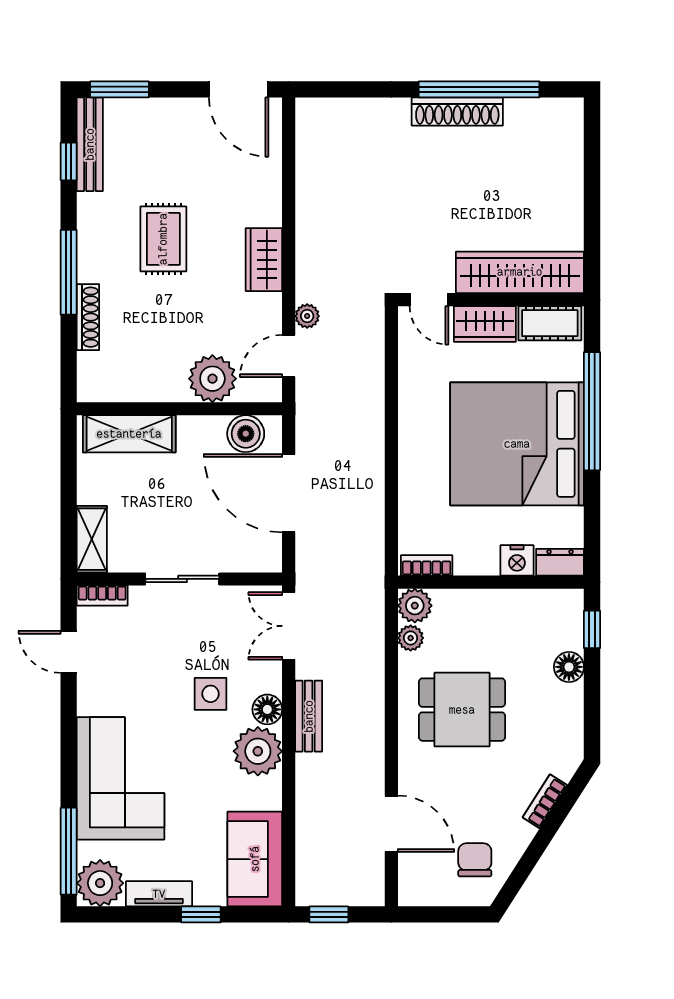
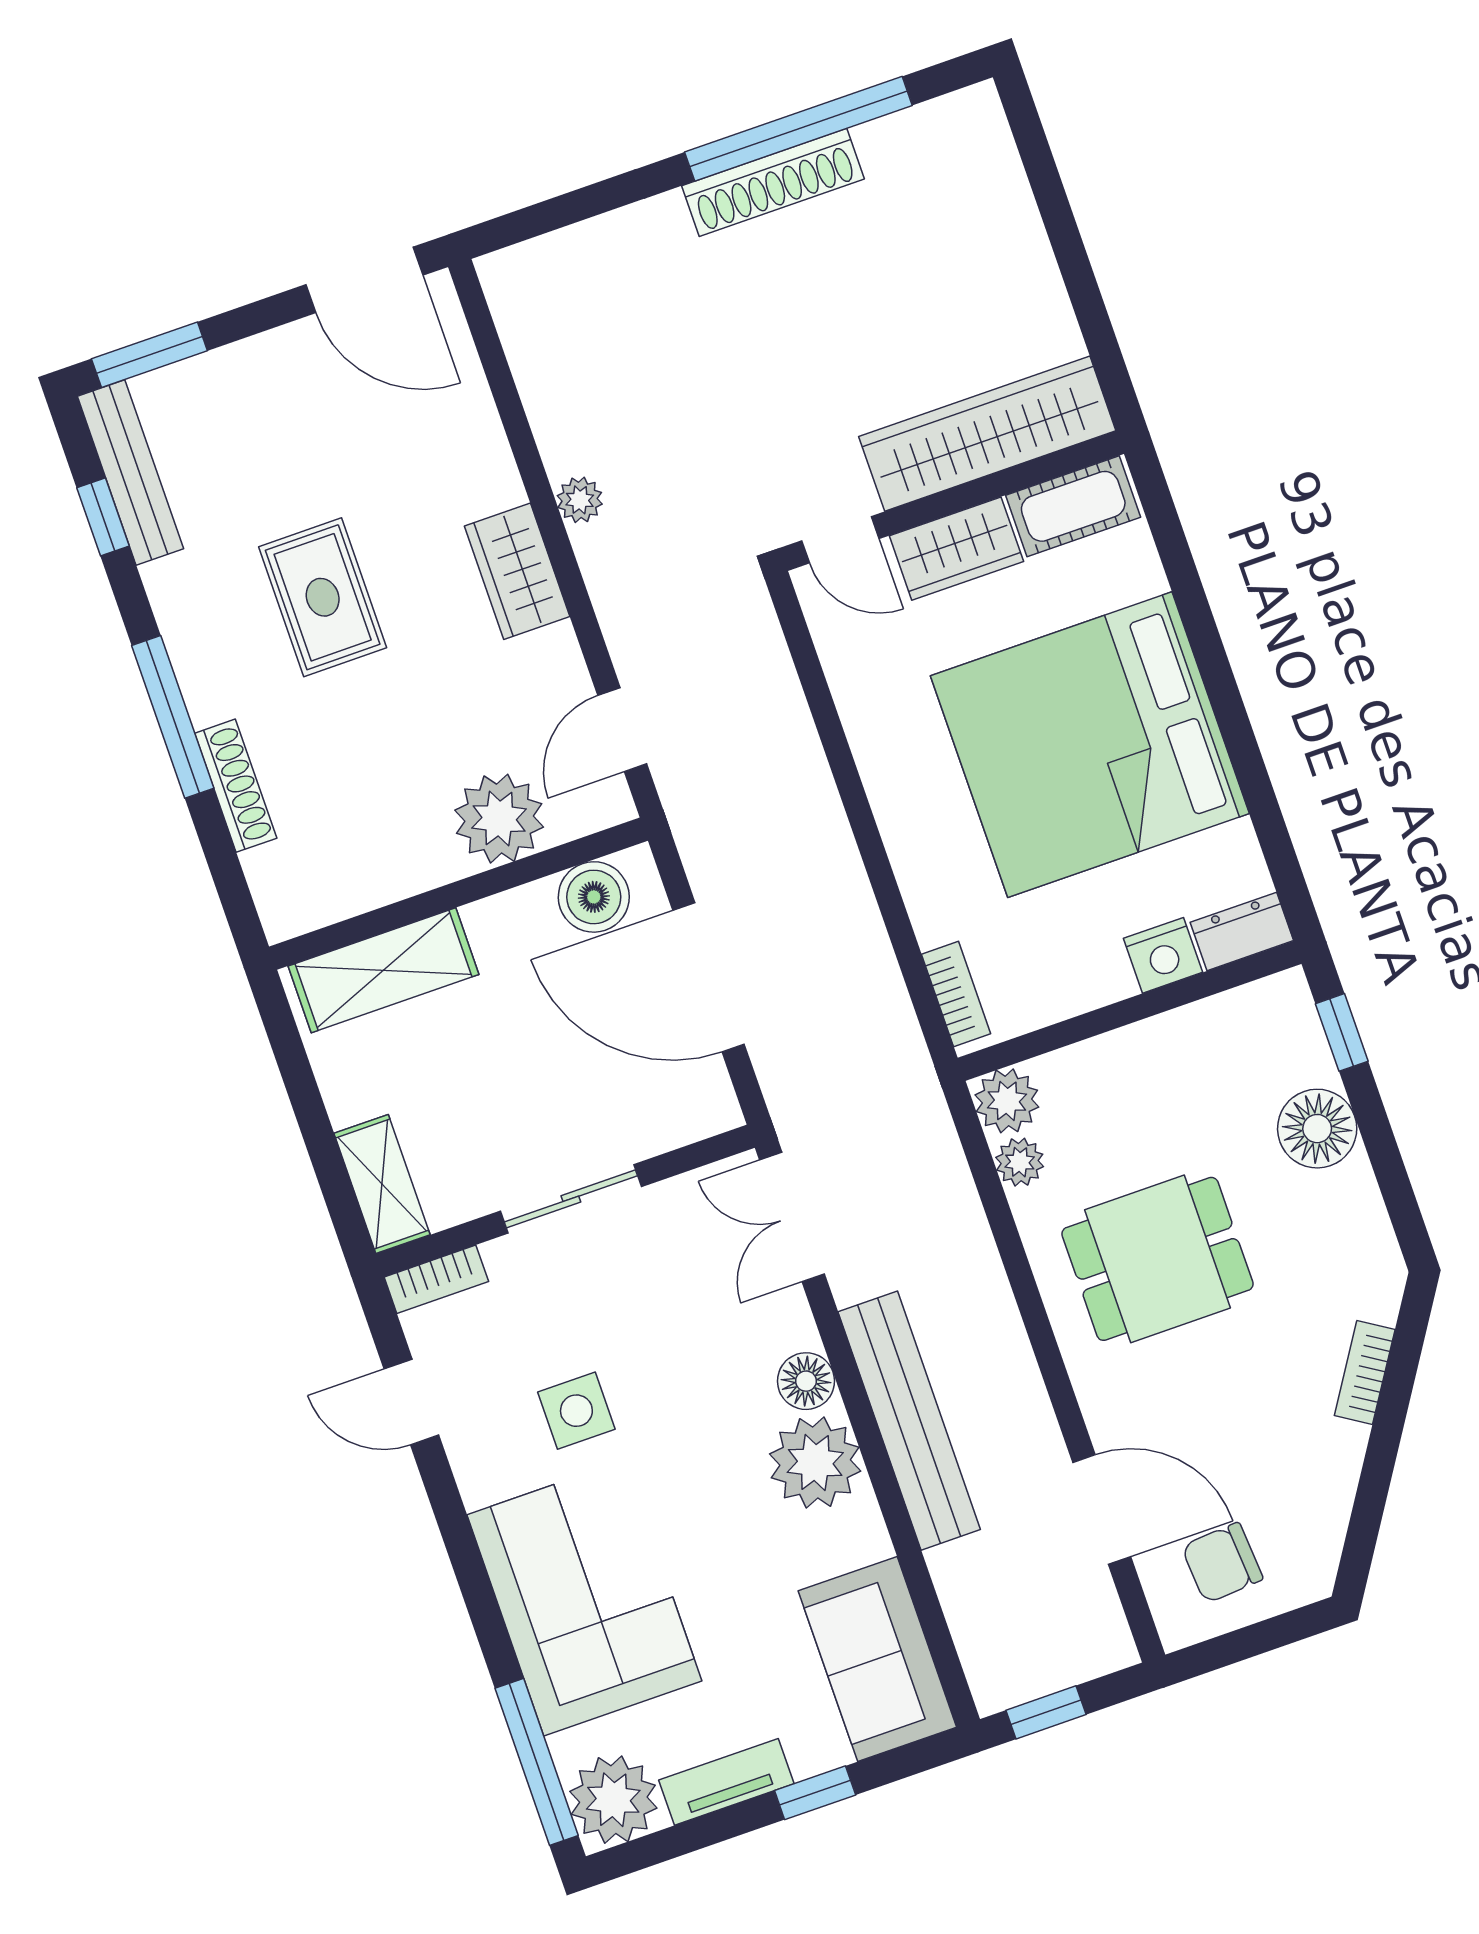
plant: (307, 316) -> (580, 500), moved
window: (592, 411) -> (1205, 639), removed
bookcase: (427, 565) -> (956, 994), moved, turned 90
floor lamp: (569, 667) -> (1317, 1129), width x1.38, depth x1.38
side table: (211, 694) -> (576, 1411), moved
bench: (309, 716) -> (909, 1421), width x1.86, depth x1.21
chair: (475, 860) -> (1222, 1563), moved, turned -94

